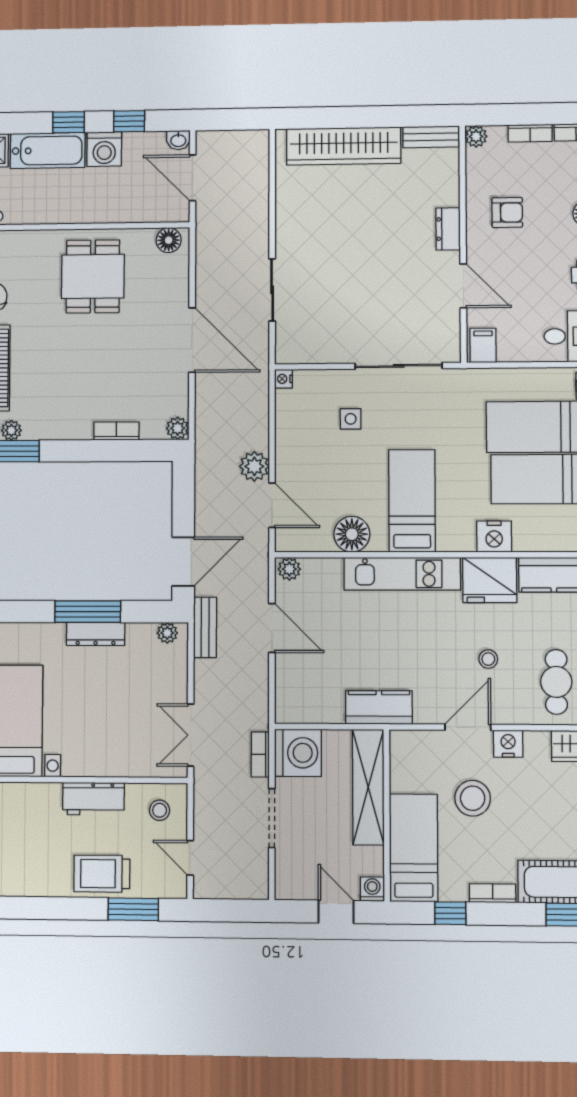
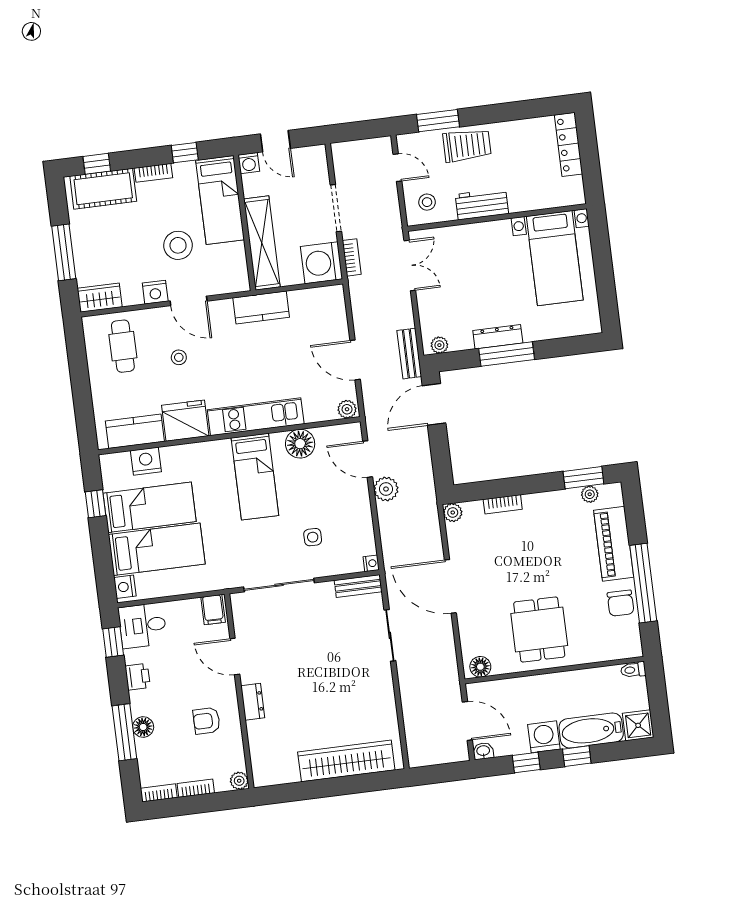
bench: (431, 137) -> (358, 586), moved
nightstand: (494, 536) -> (146, 461), moved
door: (468, 727) -> (189, 301), hinge flipped

